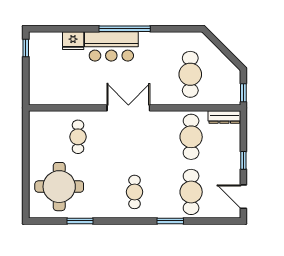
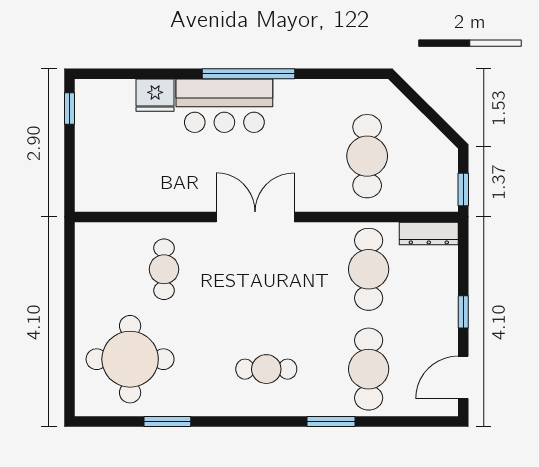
cafe table: (135, 192) -> (266, 369), turned 90
door: (243, 197) -> (463, 377), hinge flipped

